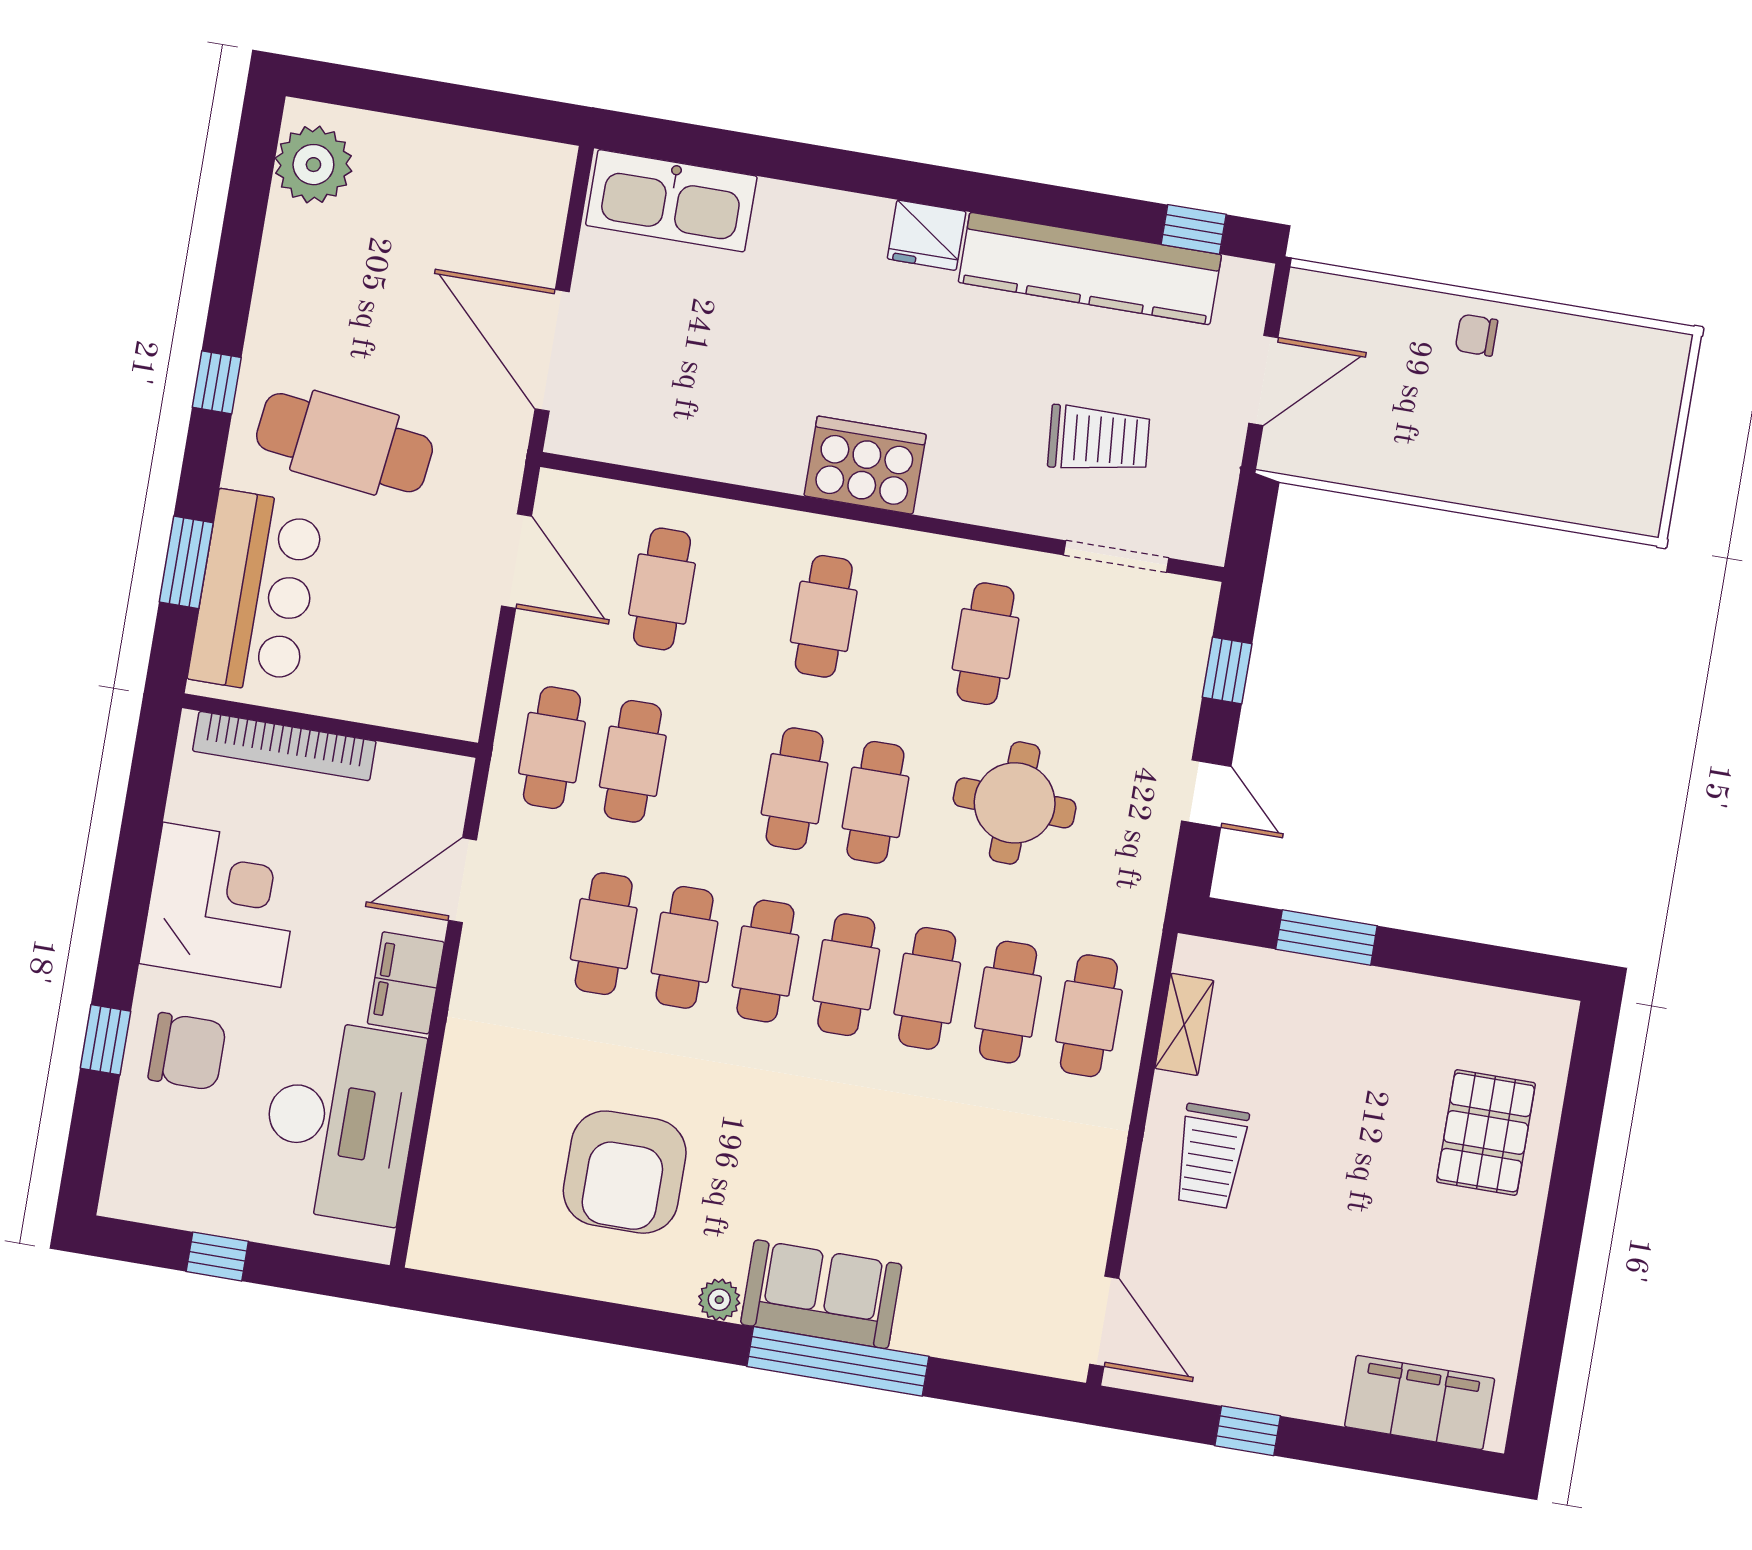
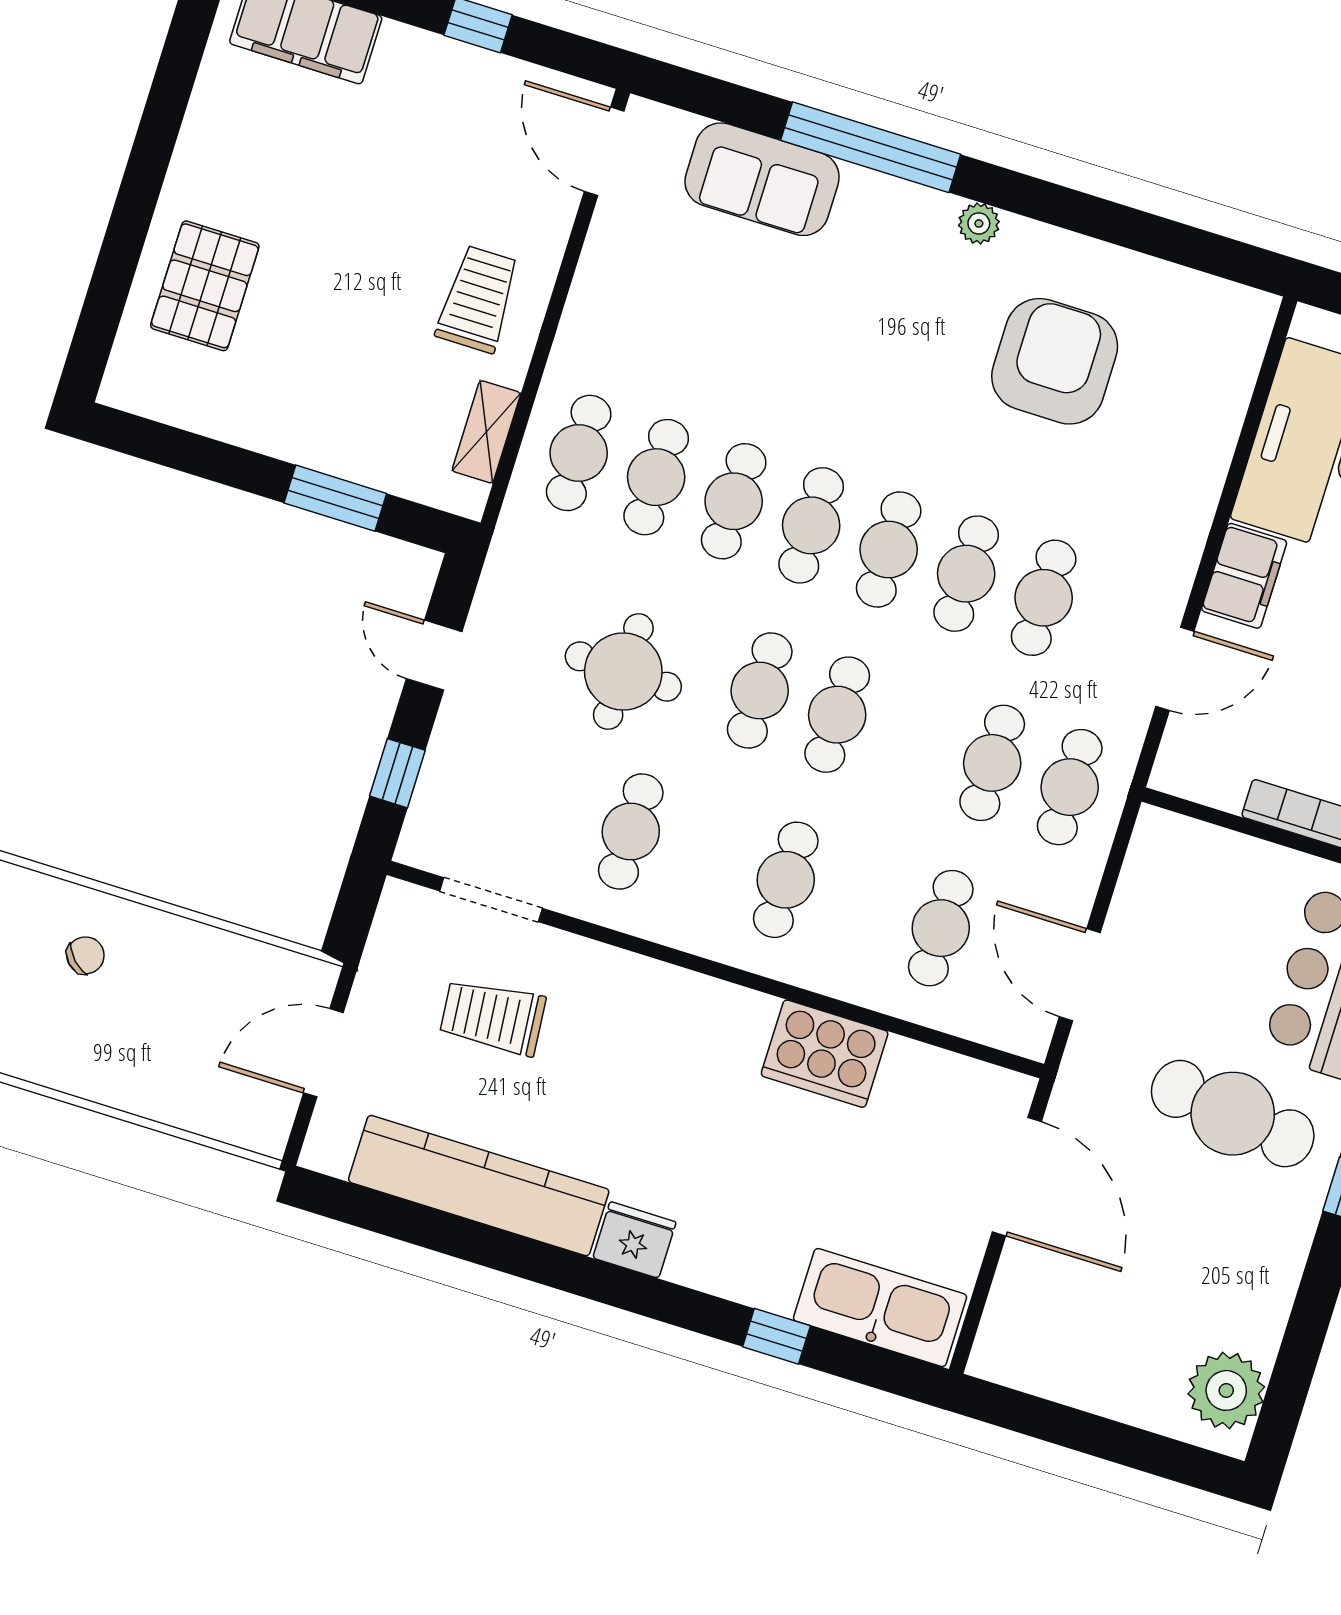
window: (1194, 229) -> (776, 1336), moved
chair: (1477, 335) -> (85, 955), moved, turned -45
cooker: (865, 465) -> (825, 1054), moved
sofa: (821, 1294) -> (762, 179), moved

